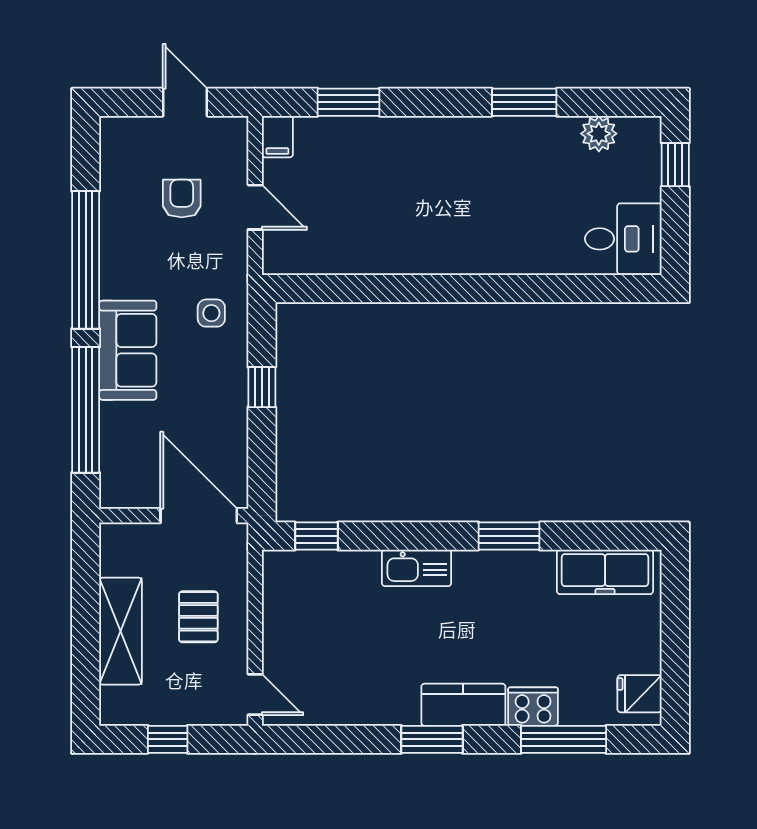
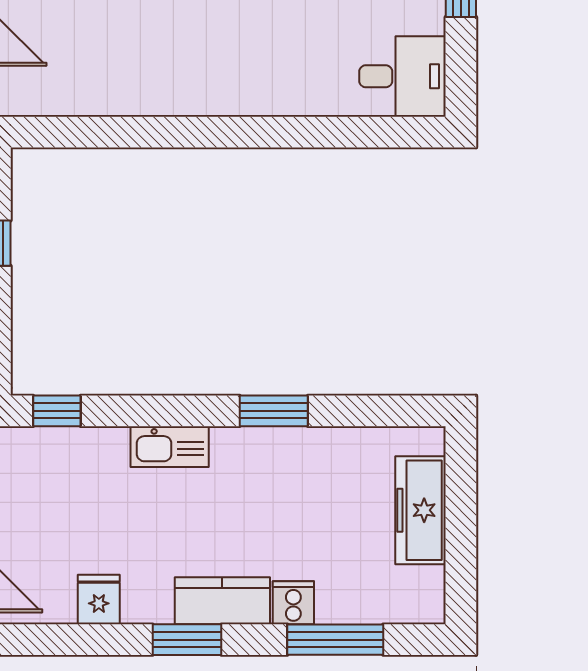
freezer: (605, 572) -> (421, 510), moved, turned 90
fridge: (640, 694) -> (99, 599), moved, turned 90
cooker: (533, 707) -> (293, 603), width x0.73

